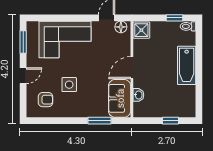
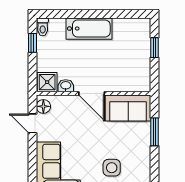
washbasin: (138, 95) -> (66, 86), moved

